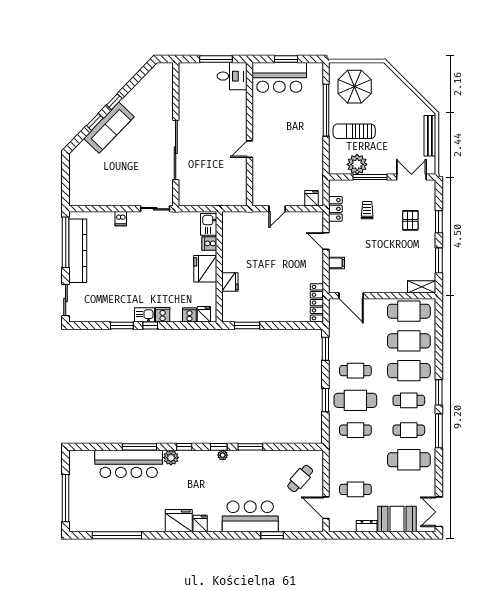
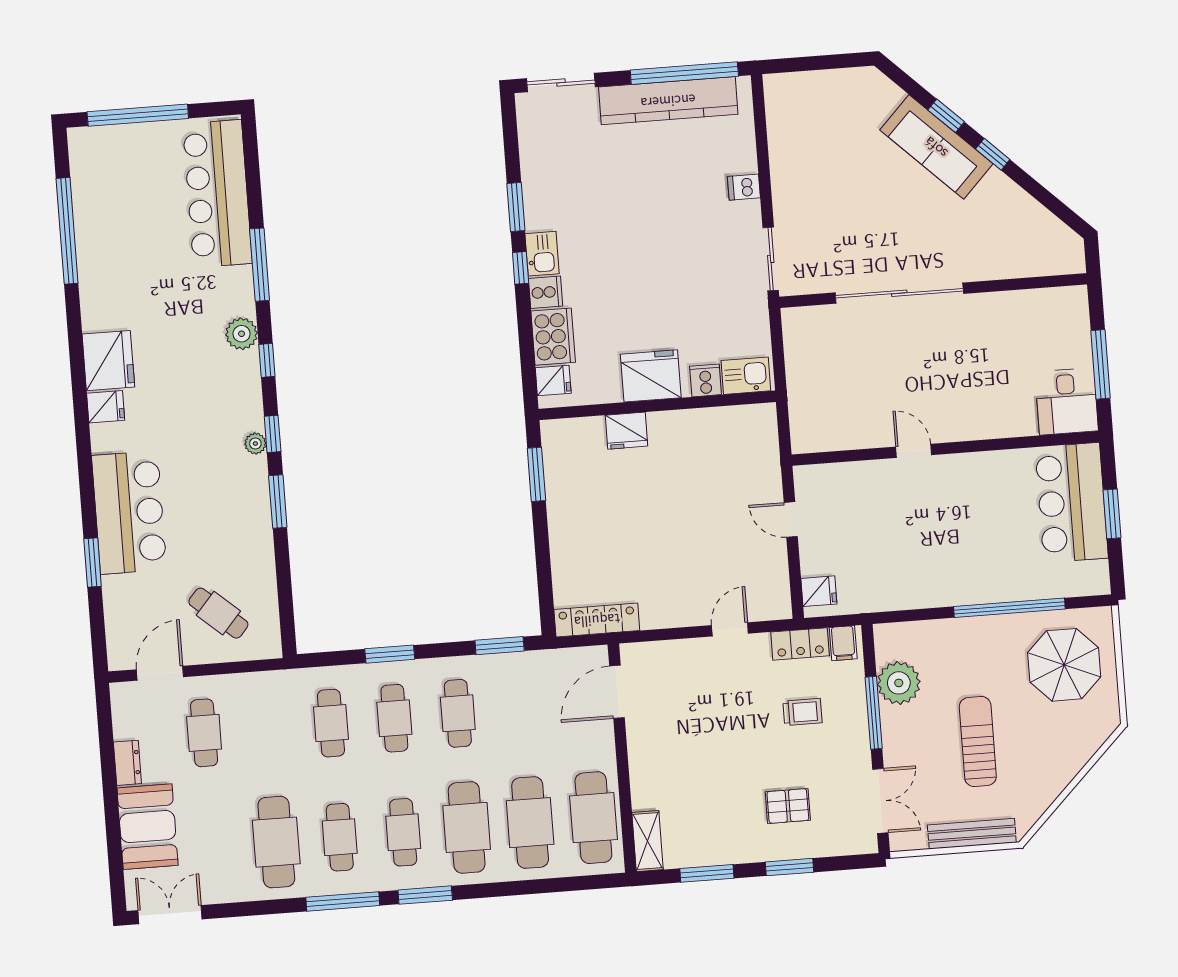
sun lounger: (354, 131) -> (978, 742), moved
filing cabinet: (337, 263) -> (843, 643), moved
cooker: (189, 315) -> (553, 337), width x1.87, depth x1.31
cafe table: (355, 400) -> (394, 718), width x0.73, depth x0.74
bar counter: (129, 464) -> (217, 194), moved

